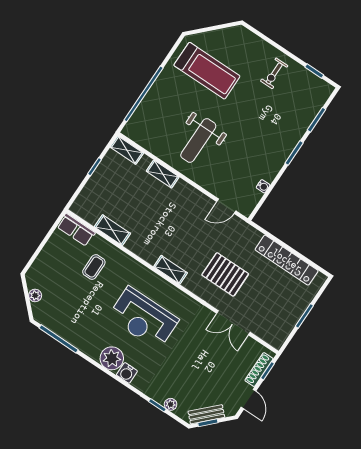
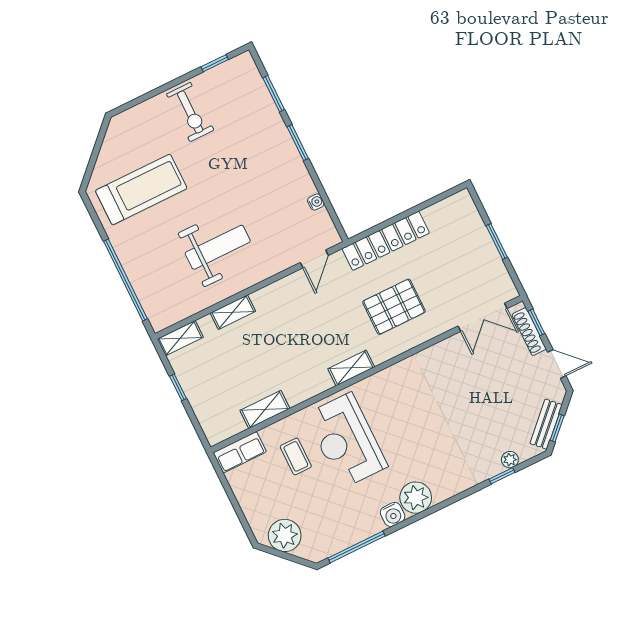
exercise bike: (274, 73) -> (190, 112), width x1.38, depth x1.39
weight bench: (198, 141) -> (218, 247), turned -90
locker: (287, 260) -> (386, 241), moved
plant: (35, 295) -> (285, 535), width x1.88, depth x1.88
reception desk: (143, 318) -> (346, 441), moved, turned 90
double door: (233, 323) -> (483, 317), moved
water cooler: (127, 373) -> (393, 514), moved

